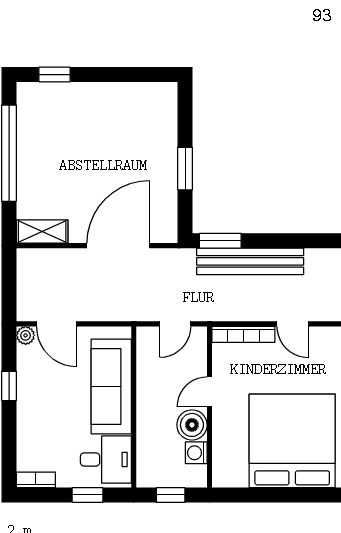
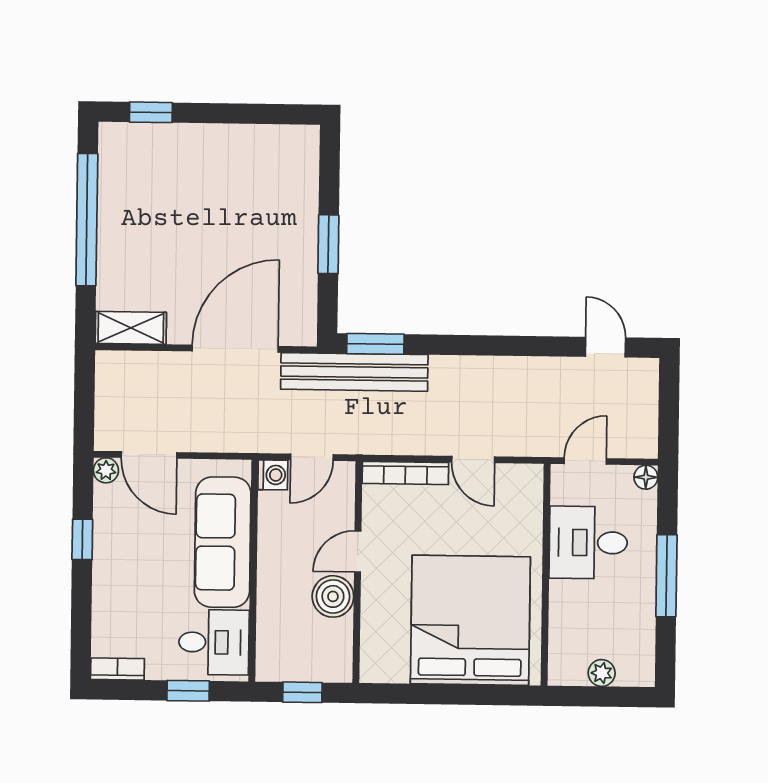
bench: (250, 261) -> (354, 372), moved
washing machine: (196, 453) -> (273, 475), moved, turned 180

